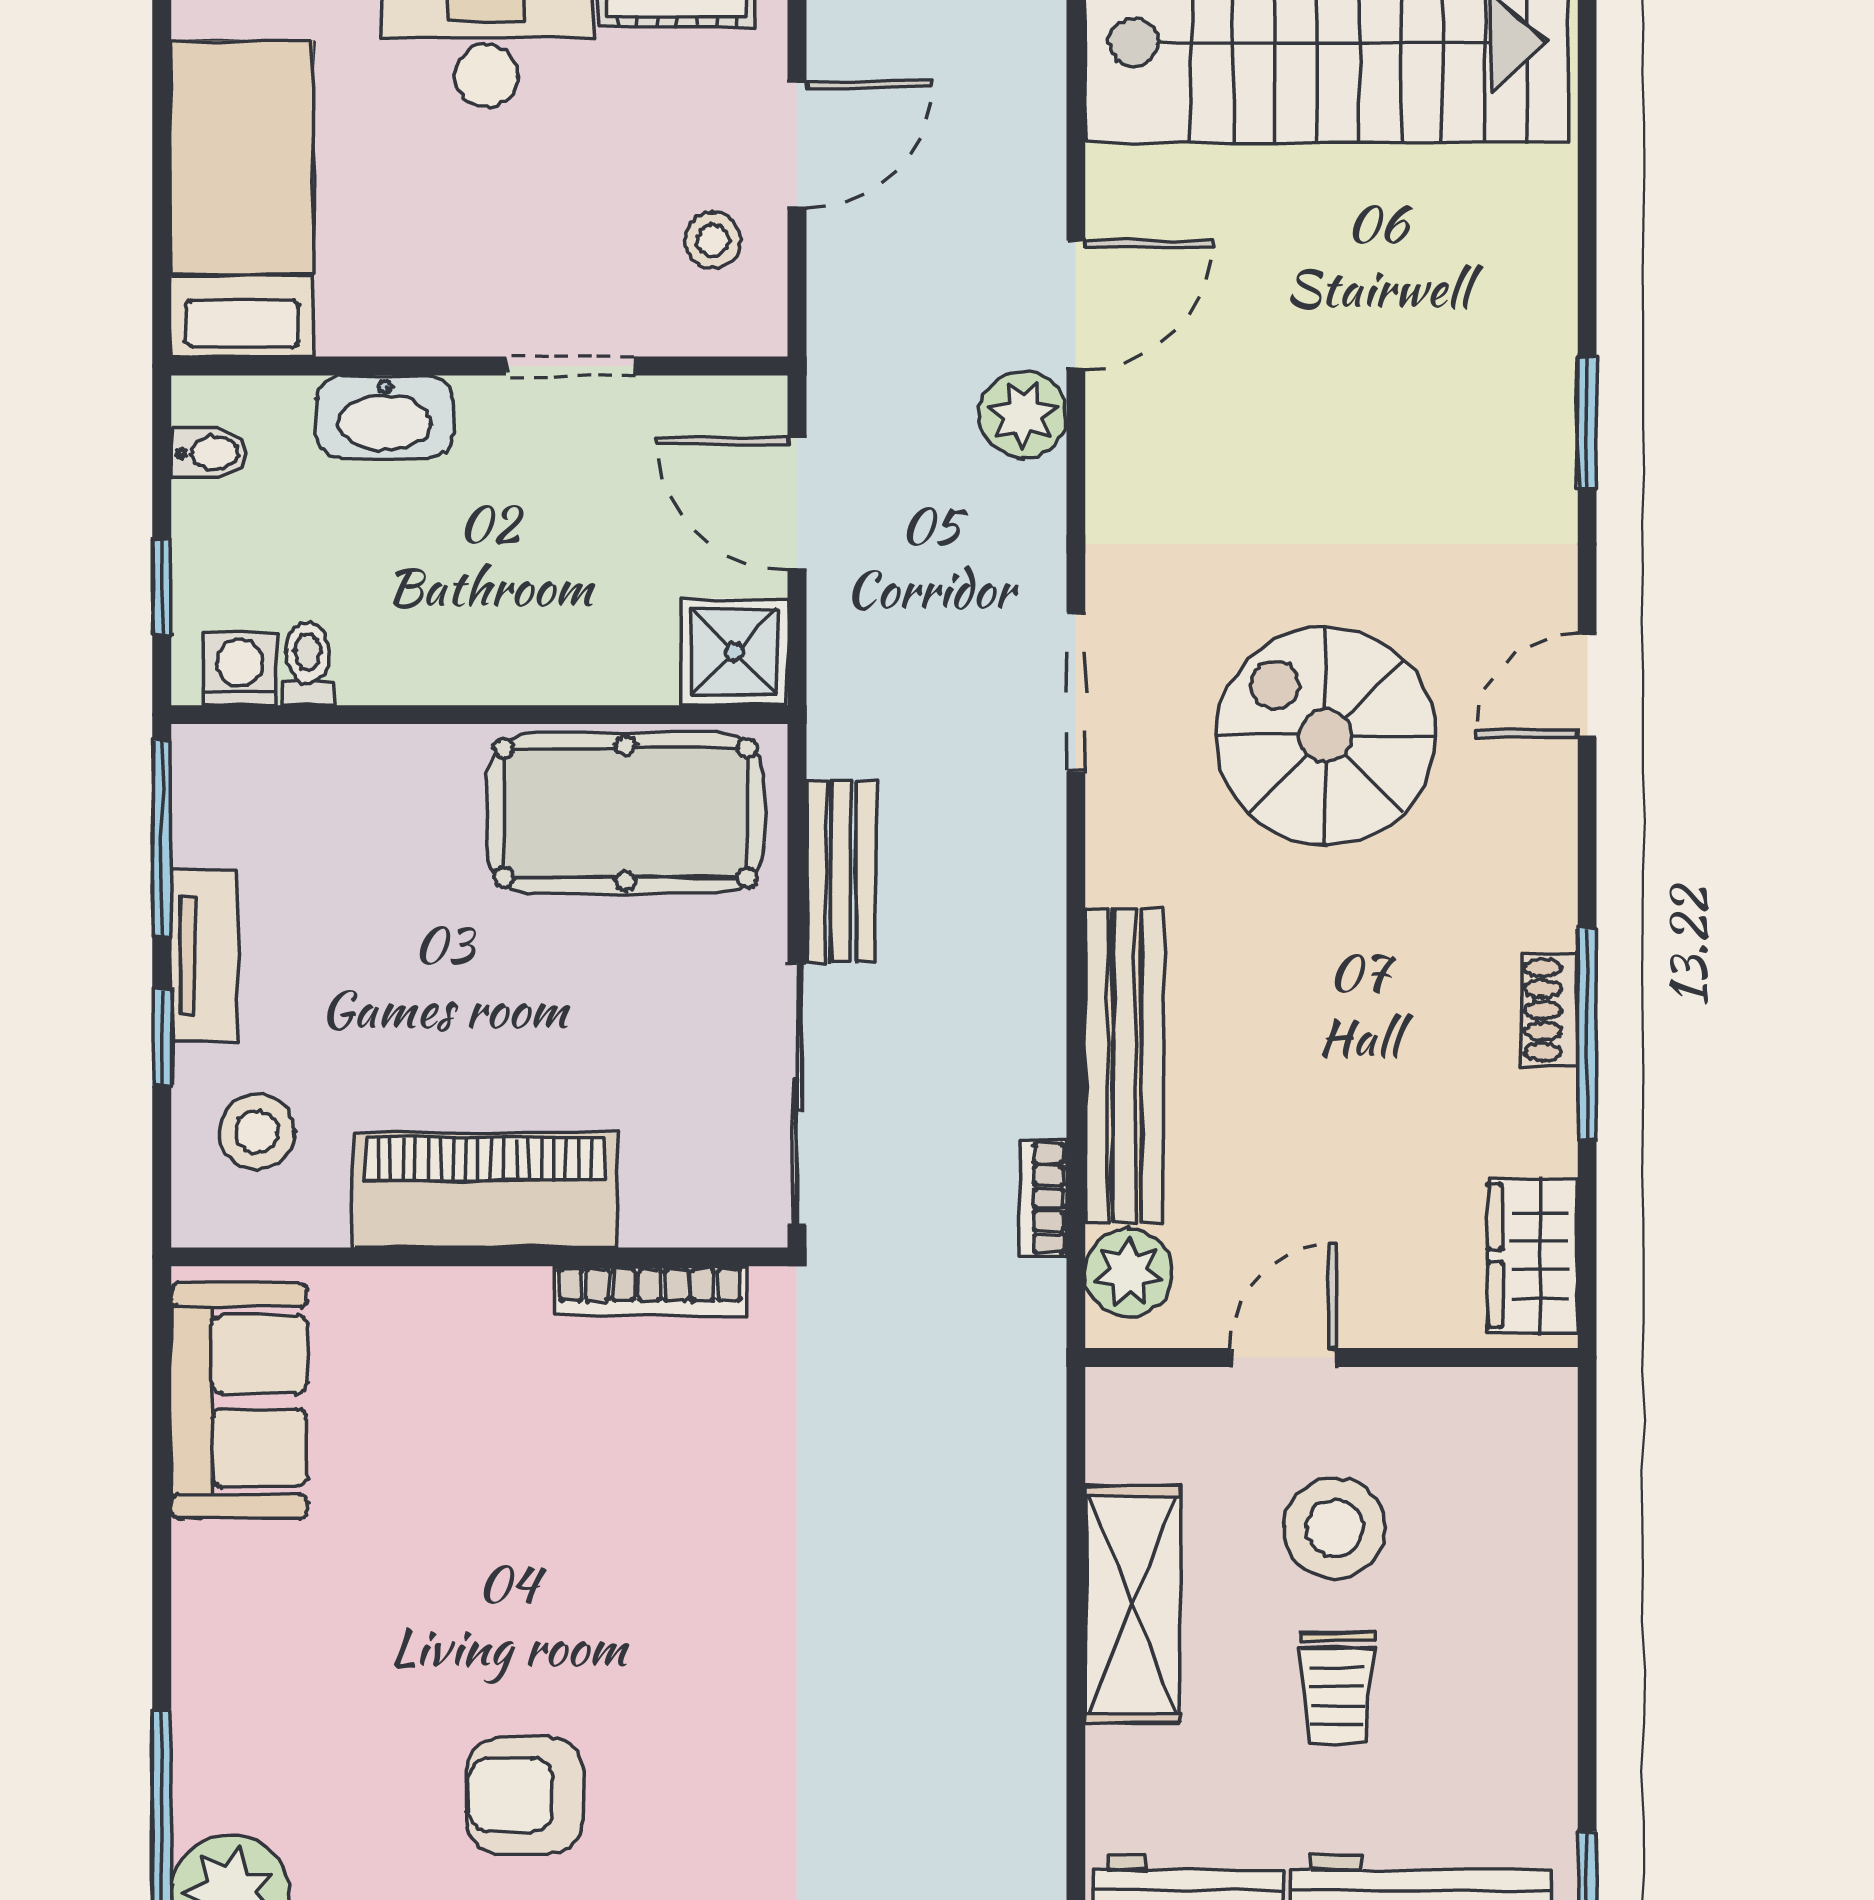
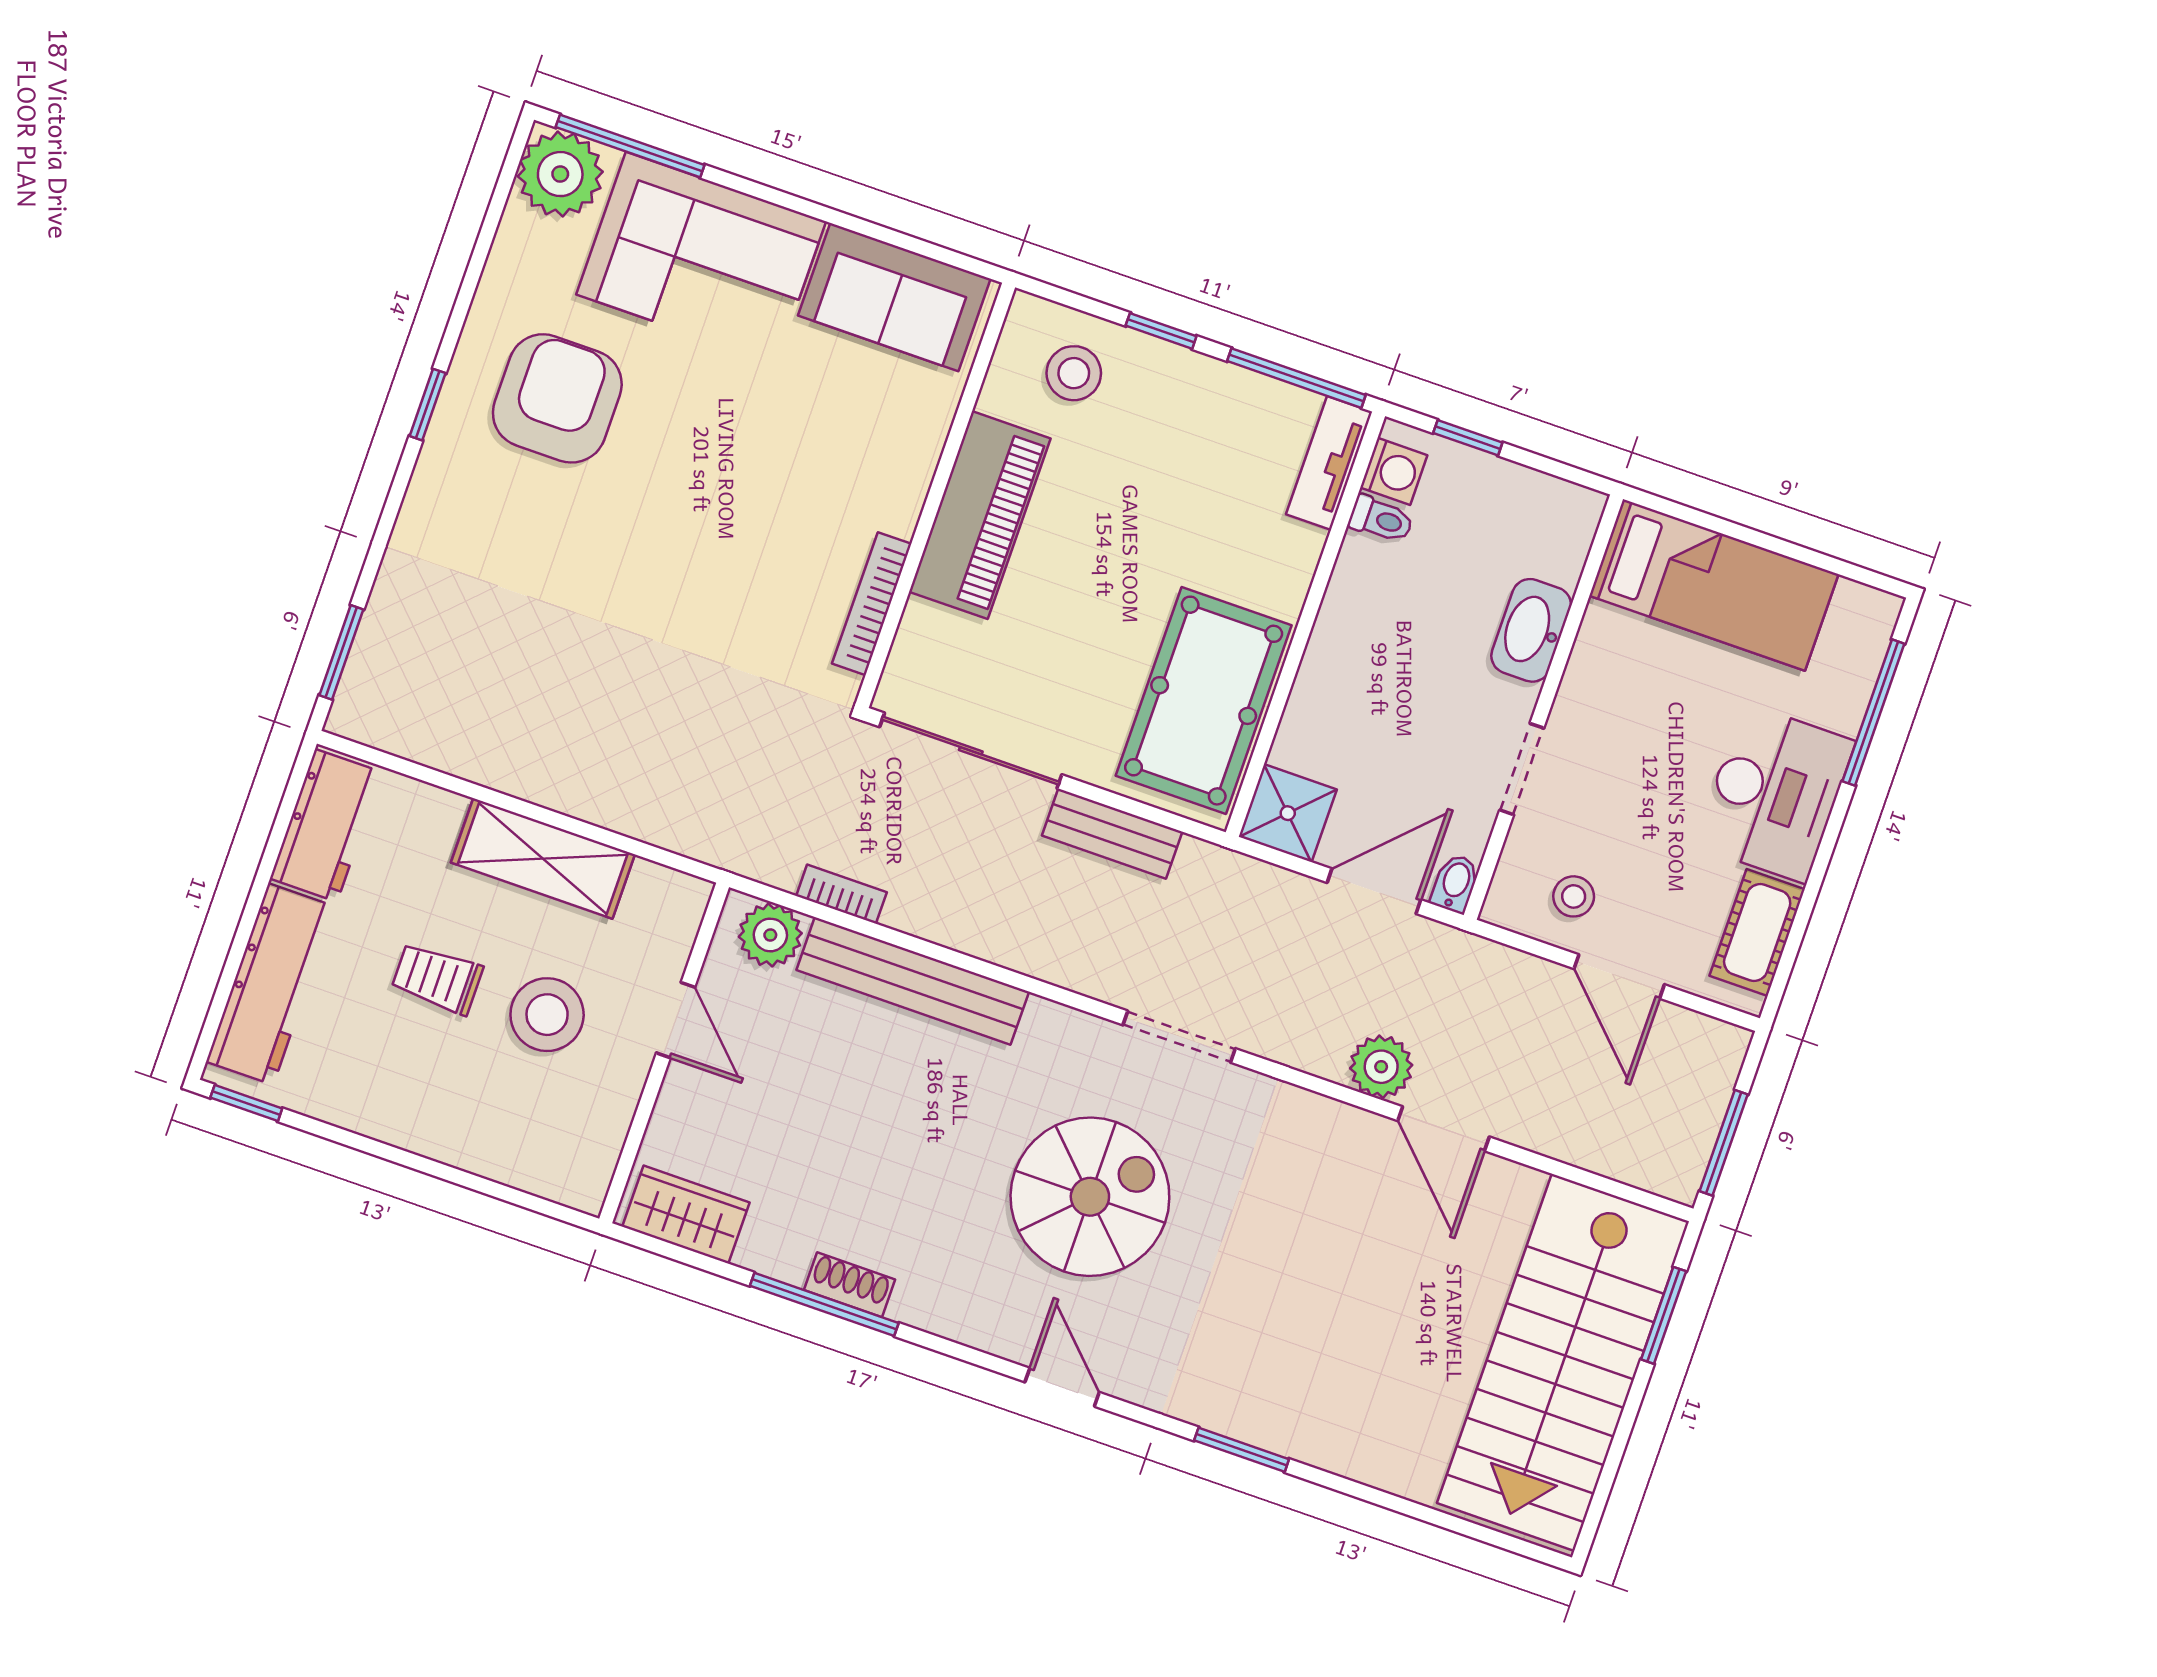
bidet: (209, 453) -> (1455, 883), moved, turned 180
tv unit: (204, 956) -> (1329, 463), moved, turned 90
corner sofa: (276, 1671) -> (701, 258), added
armchair: (525, 1795) -> (557, 398), width x1.36, depth x1.36

